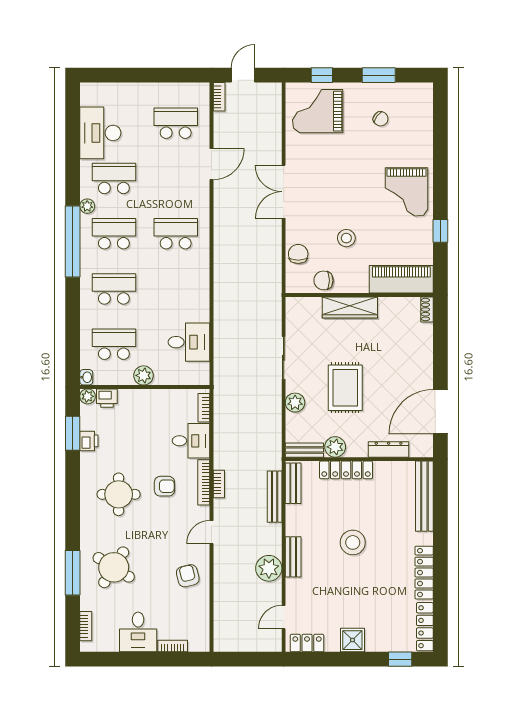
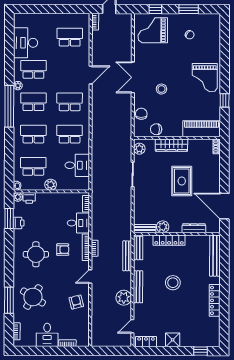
door: (211, 164) -> (91, 75), moved
stool: (346, 238) -> (161, 89), moved
school desk: (176, 289) -> (70, 134), added
rug: (345, 388) -> (182, 181), moved
plant: (295, 403) -> (139, 149), moved
door: (440, 412) -> (224, 206), hinge flipped
bench: (293, 557) -> (138, 287), width x1.36
locker: (425, 627) -> (215, 332), removed

